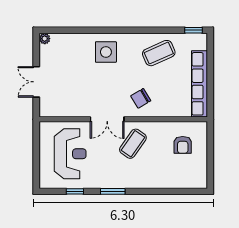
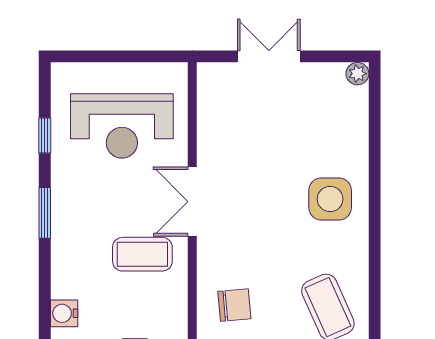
chair: (141, 98) -> (234, 305), moved, turned 116
coffee table: (133, 144) -> (142, 254), turned -35
water cooler: (162, 182) -> (64, 313), added

